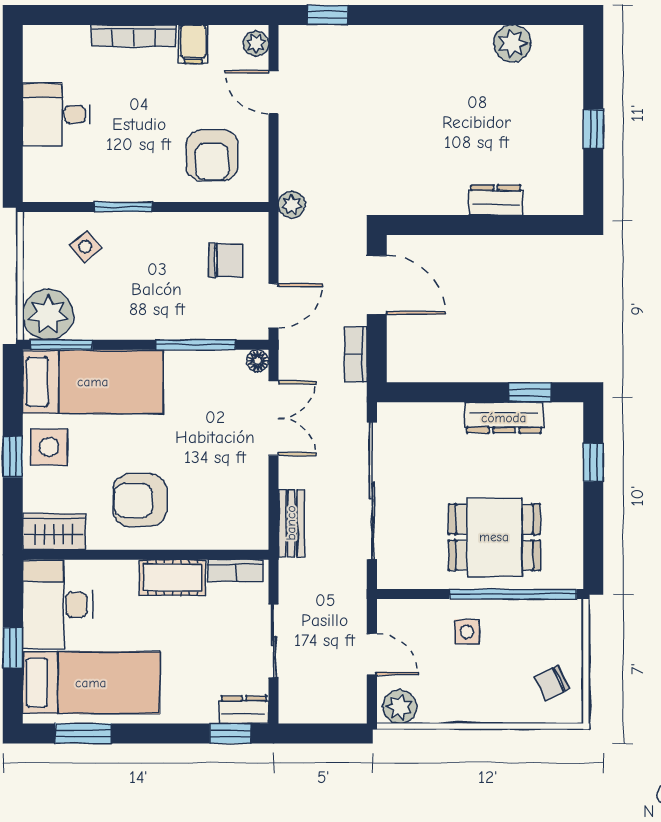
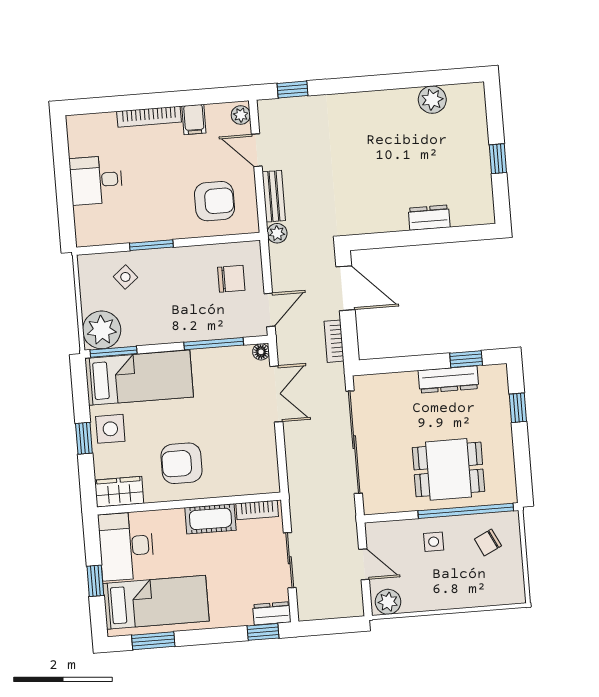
armchair: (212, 155) -> (214, 201), turned -90
bench: (291, 523) -> (274, 196), moved
chair: (552, 683) -> (488, 542), moved

